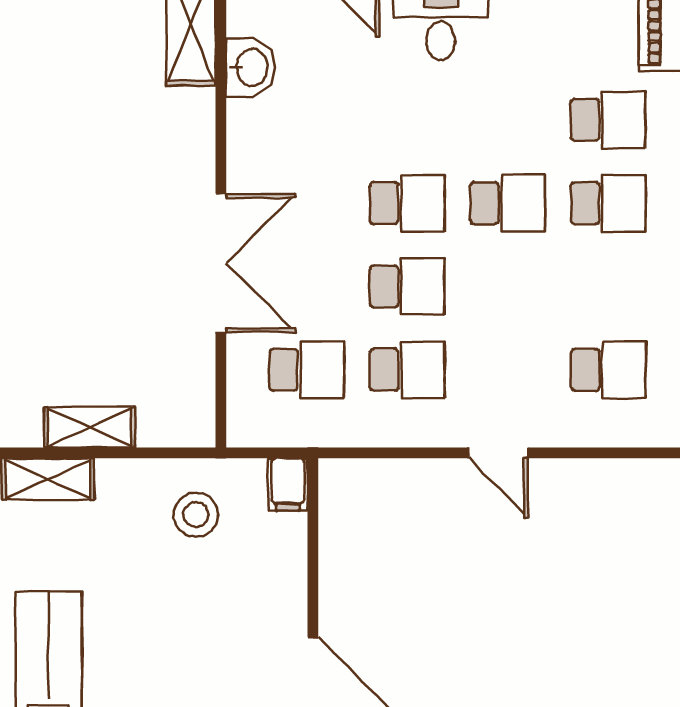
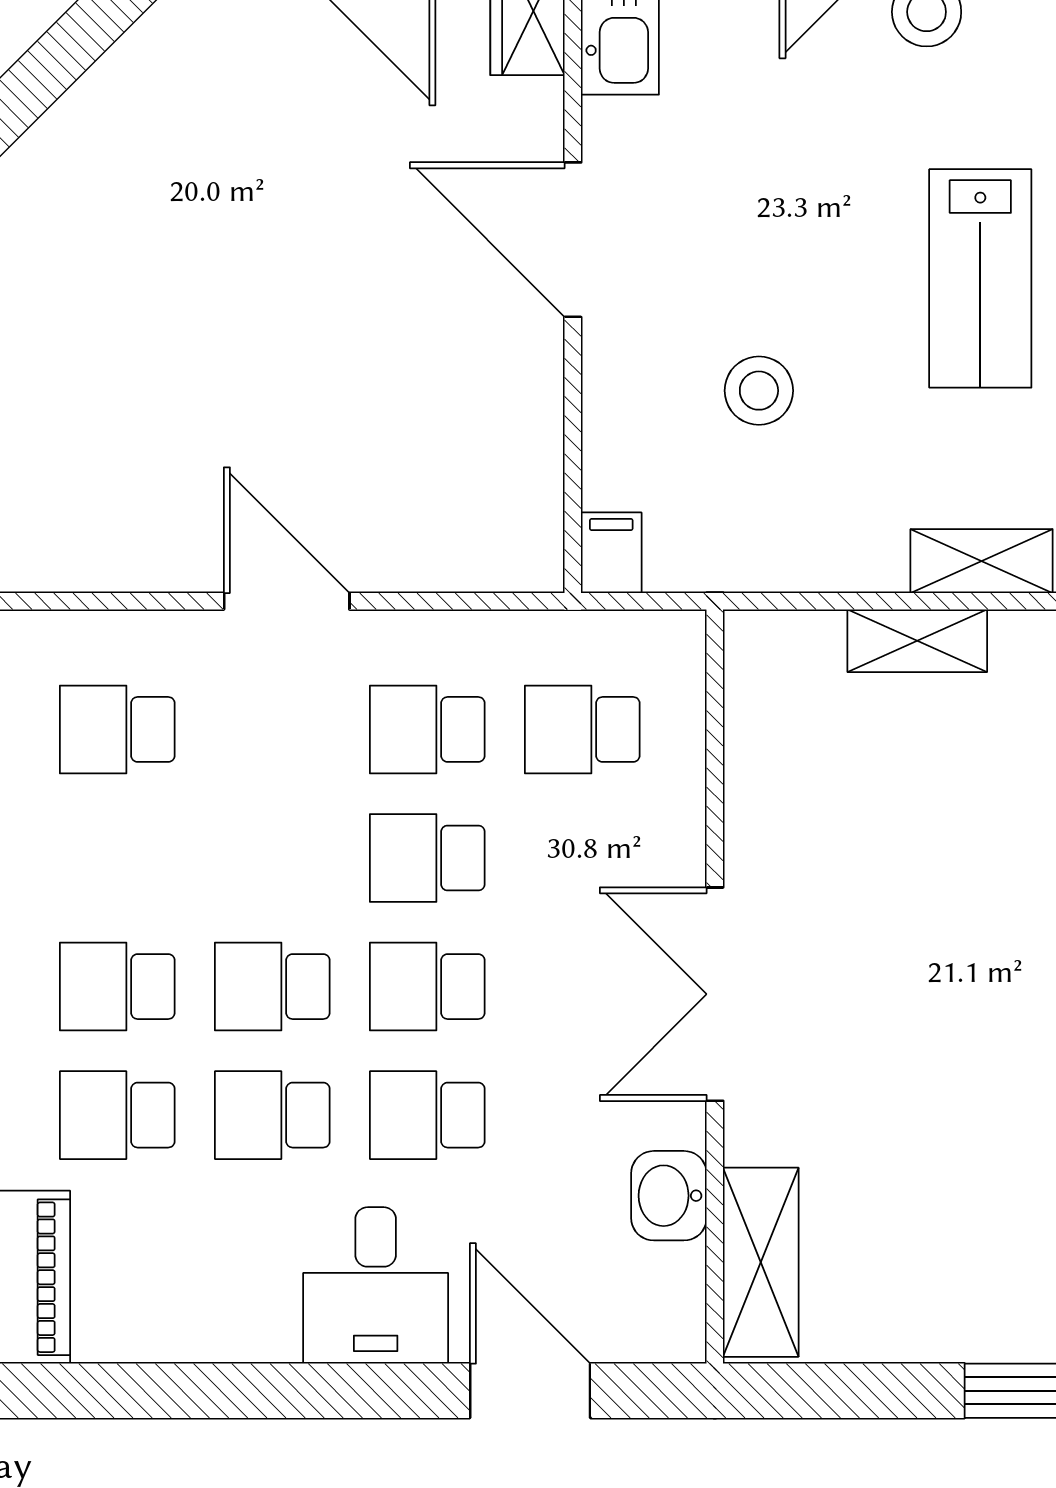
school desk: (407, 120) -> (427, 1115), added
school desk: (508, 120) -> (272, 1115), added
double door: (221, 263) -> (715, 994), moved
door: (498, 453) -> (287, 601), width x1.38
stool: (196, 515) -> (759, 391), moved

